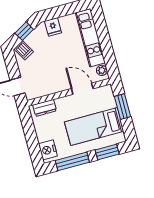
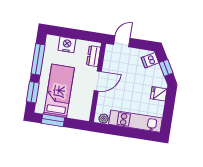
door: (82, 89) -> (98, 81), moved
window: (122, 106) -> (53, 120), moved
nightstand: (48, 150) -> (67, 45), moved

